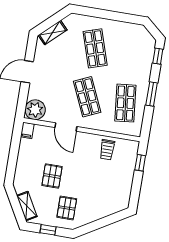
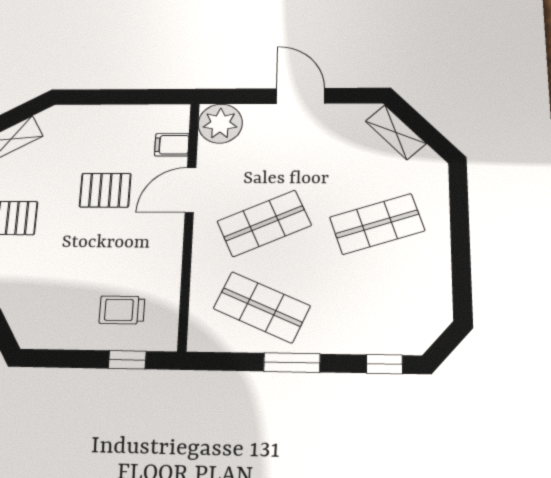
shop shelf: (125, 103) -> (262, 307), turned 30
filing cabinet: (27, 130) -> (172, 145), moved
trolley: (107, 150) -> (122, 310), moved
pallet: (52, 176) -> (105, 190), moved

